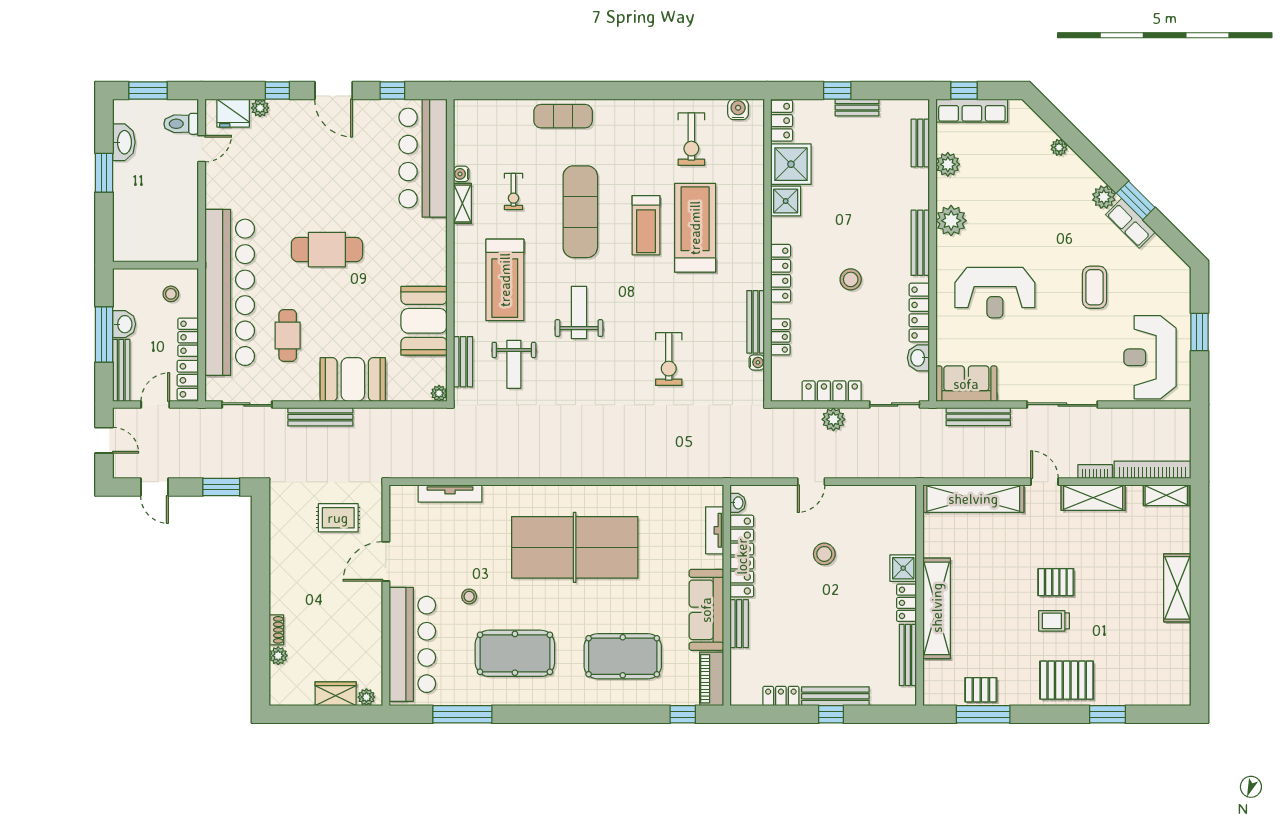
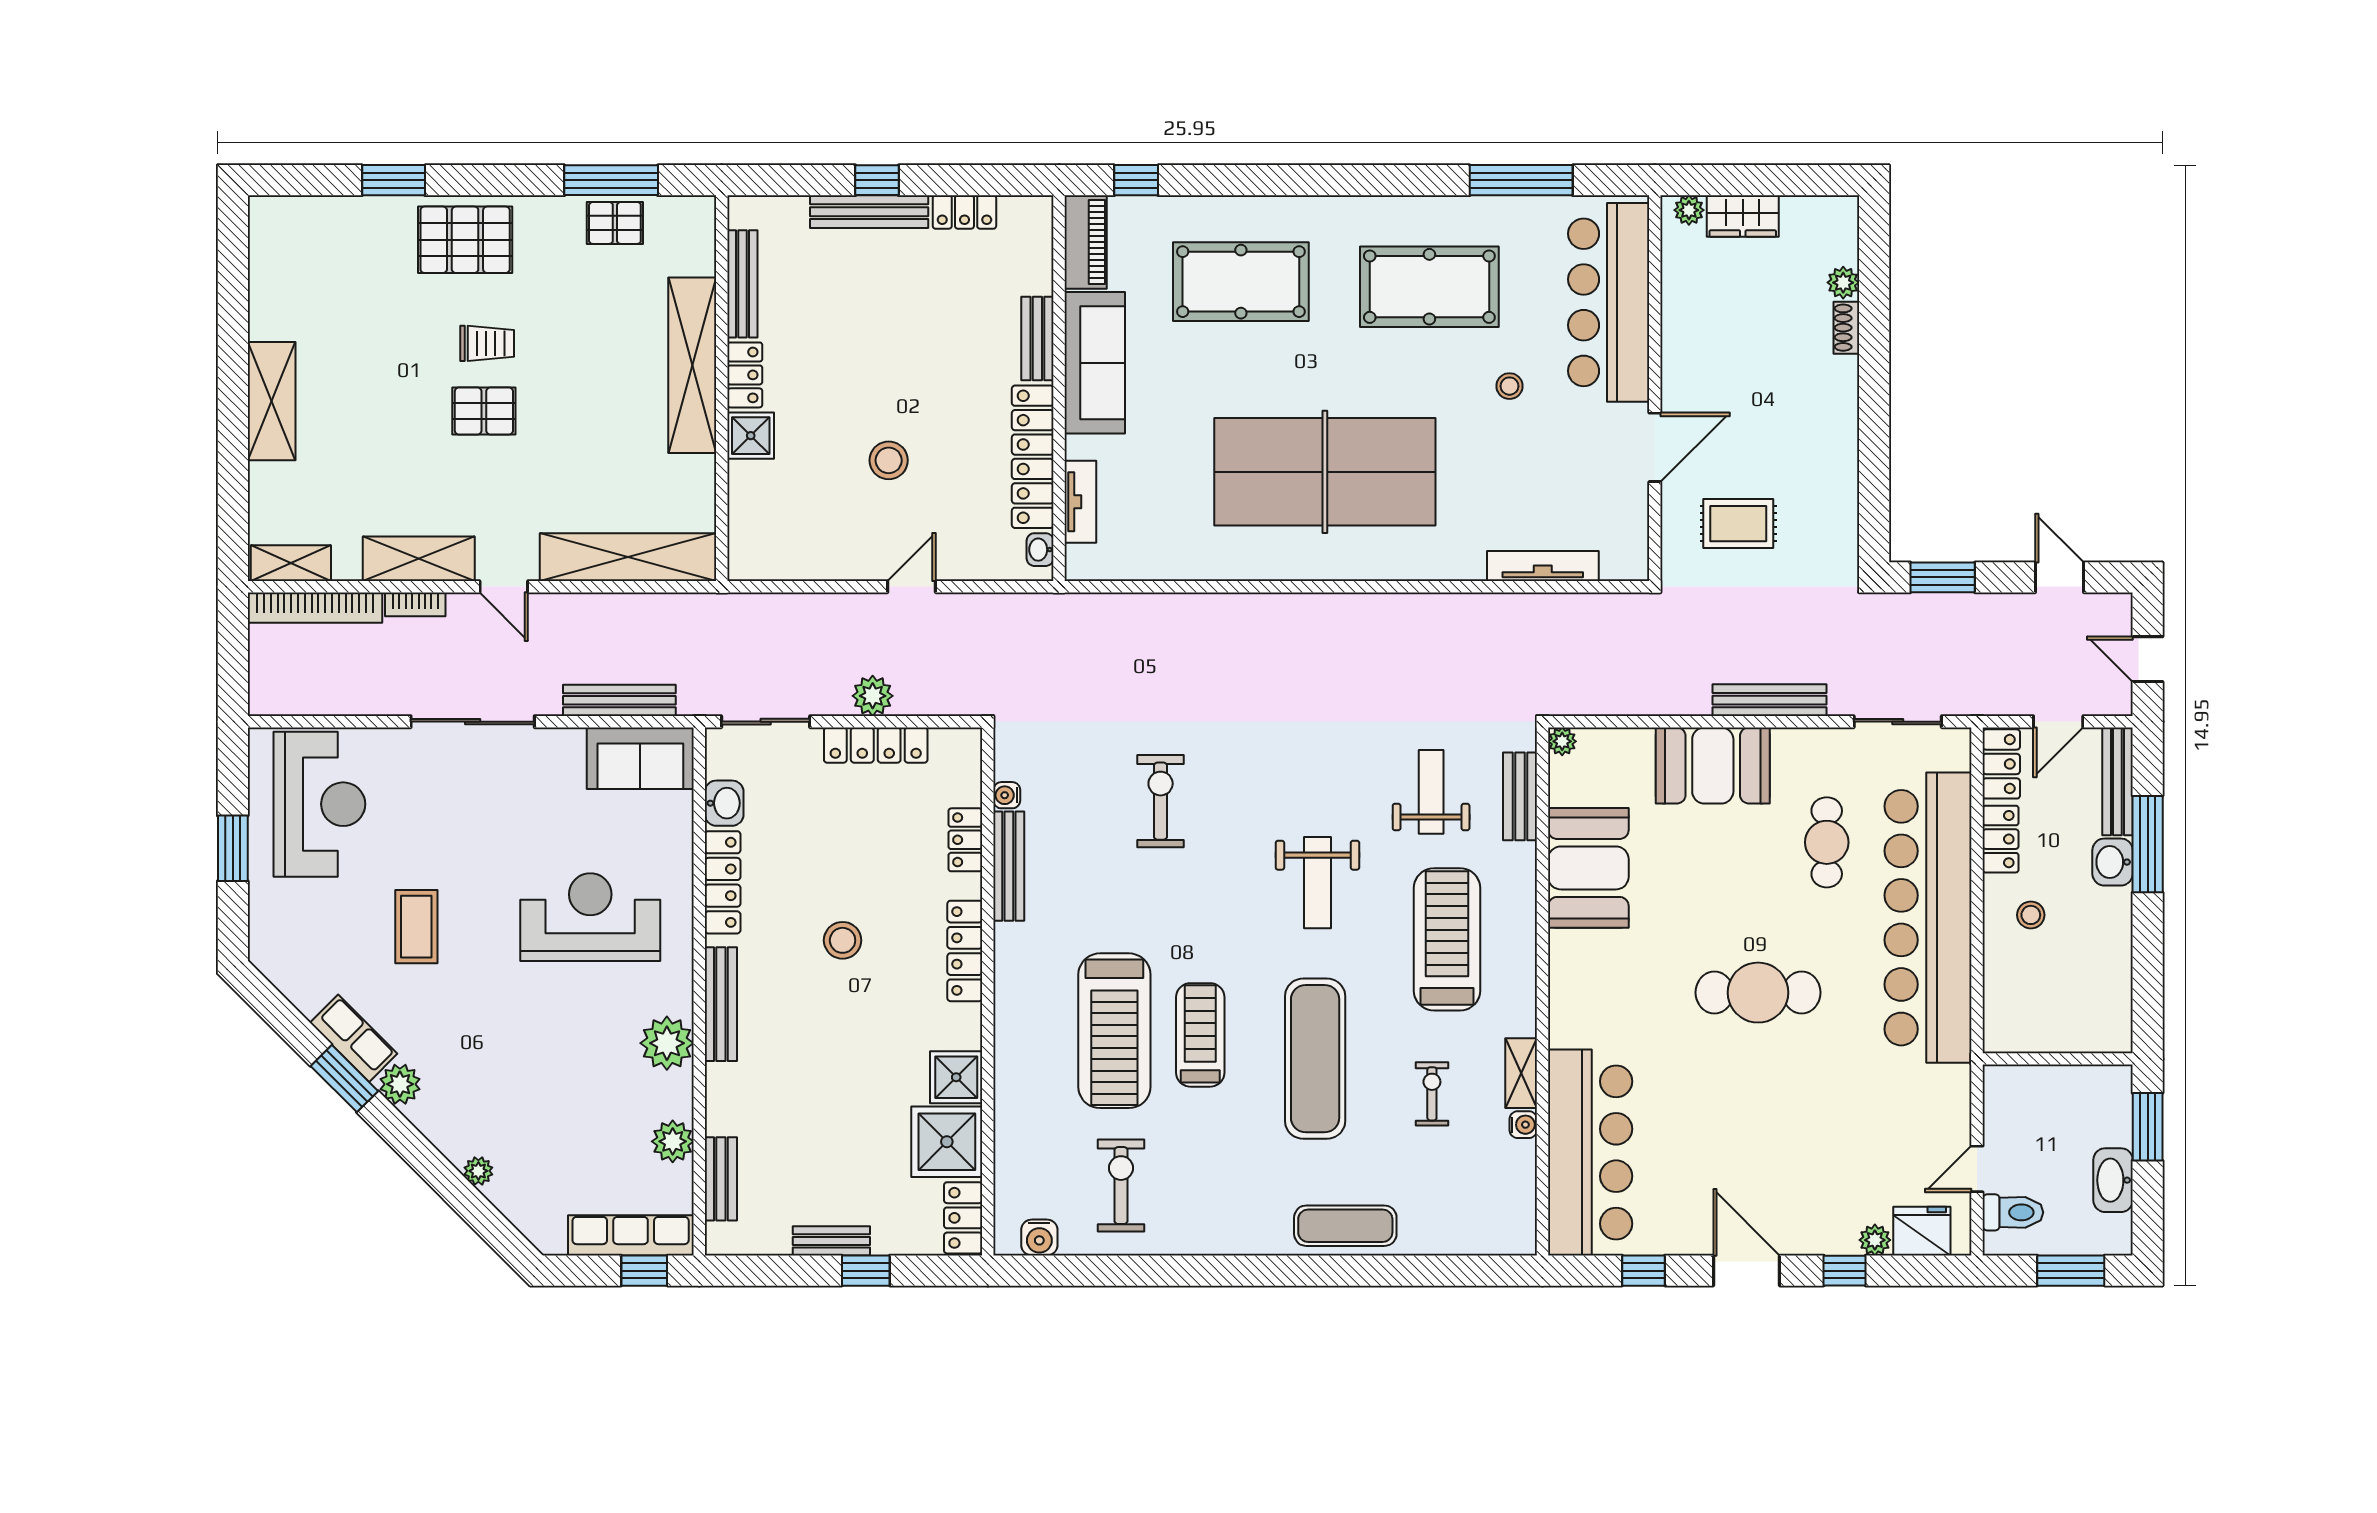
wall: (156, 265) -> (2058, 1059), moved

